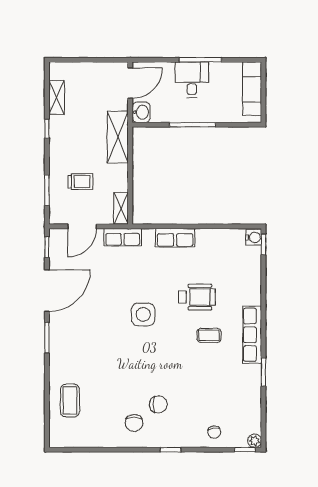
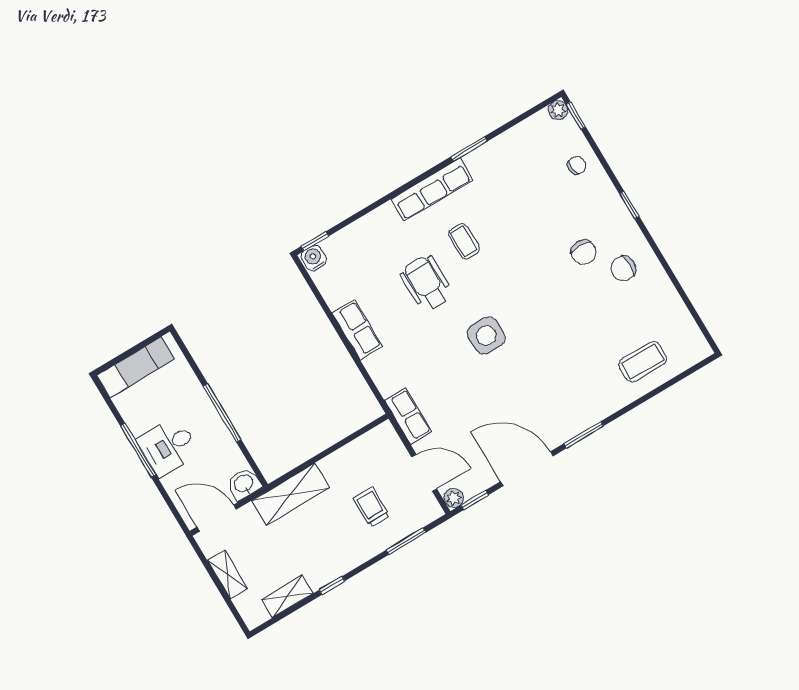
shelving: (121, 208) -> (228, 575), moved, turned 90
plant: (56, 235) -> (454, 498), added
row of seats: (175, 238) -> (357, 330), moved
chair: (158, 404) -> (584, 252), turned 180
chair: (134, 423) -> (623, 268), turned 180

